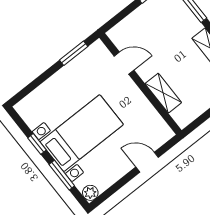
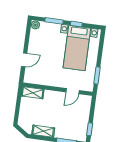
shelving: (163, 93) -> (33, 93), moved
bed with nightstands: (82, 133) -> (77, 48), moved

